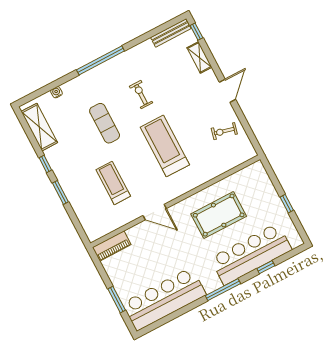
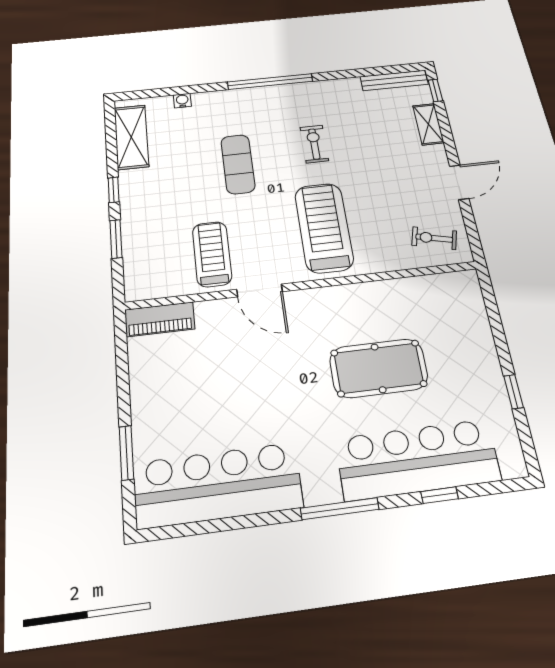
wall: (175, 201) -> (303, 285), moved
door: (155, 212) -> (260, 290), moved
piano: (112, 246) -> (160, 319), moved

